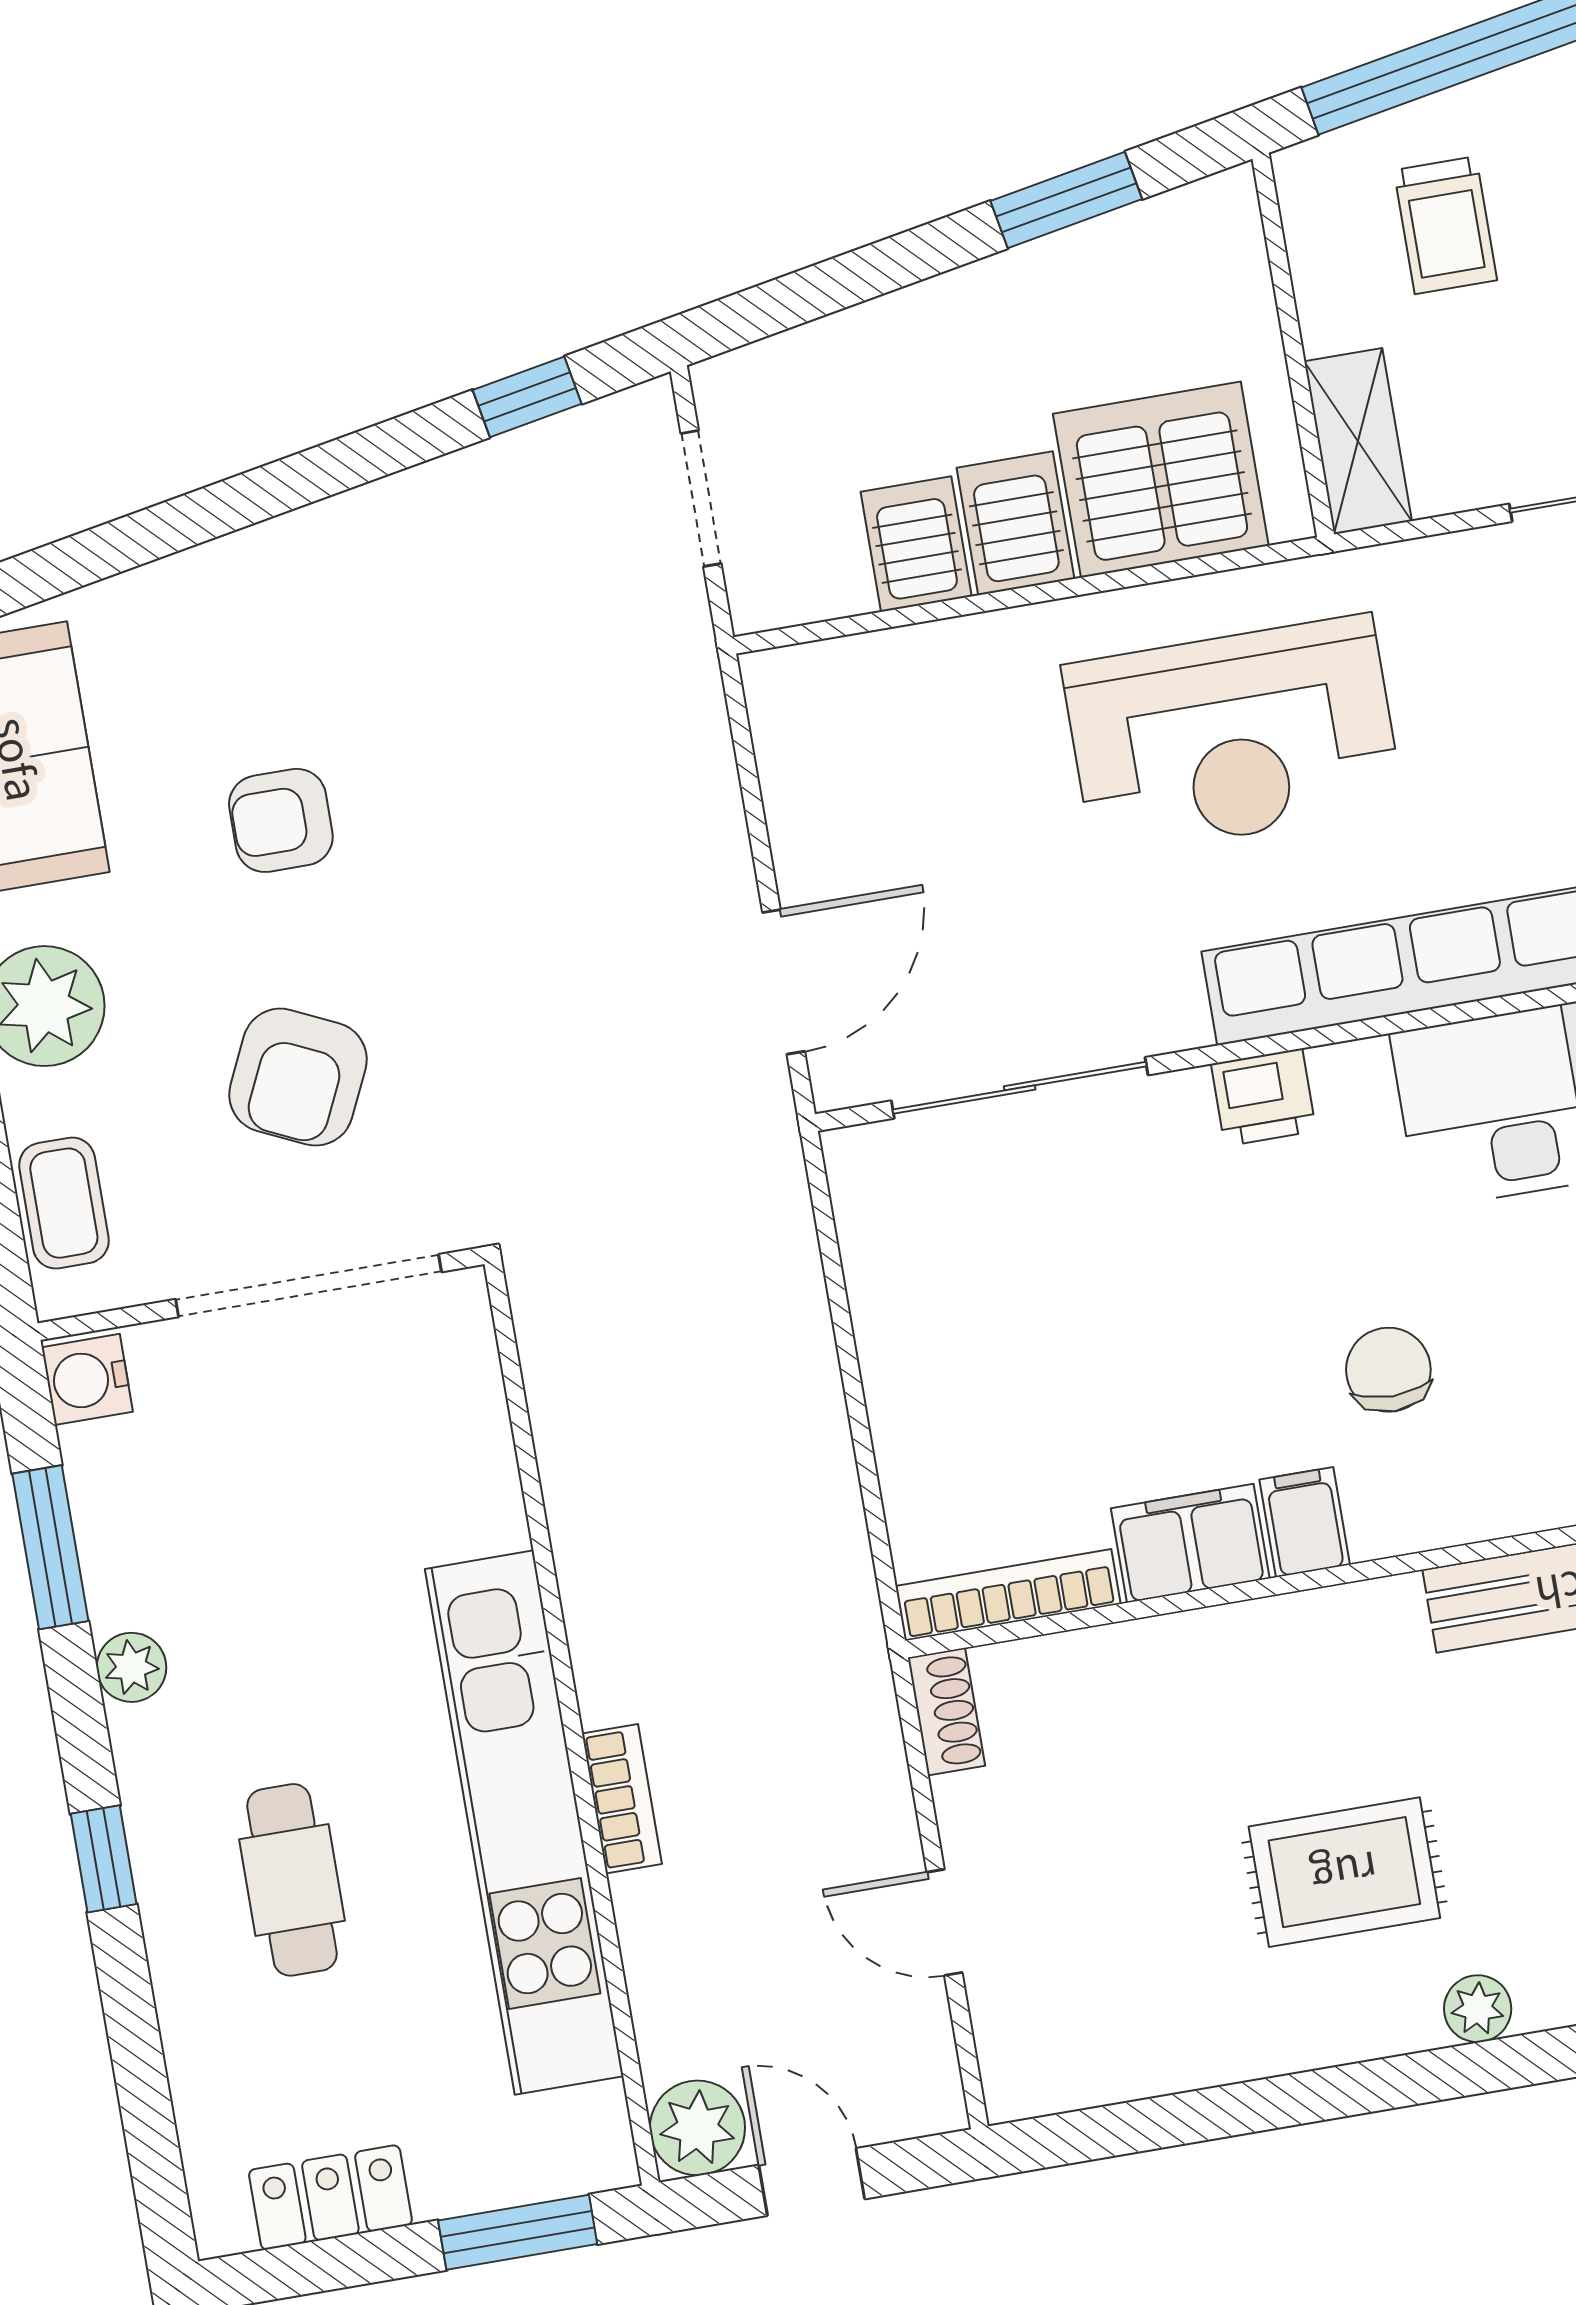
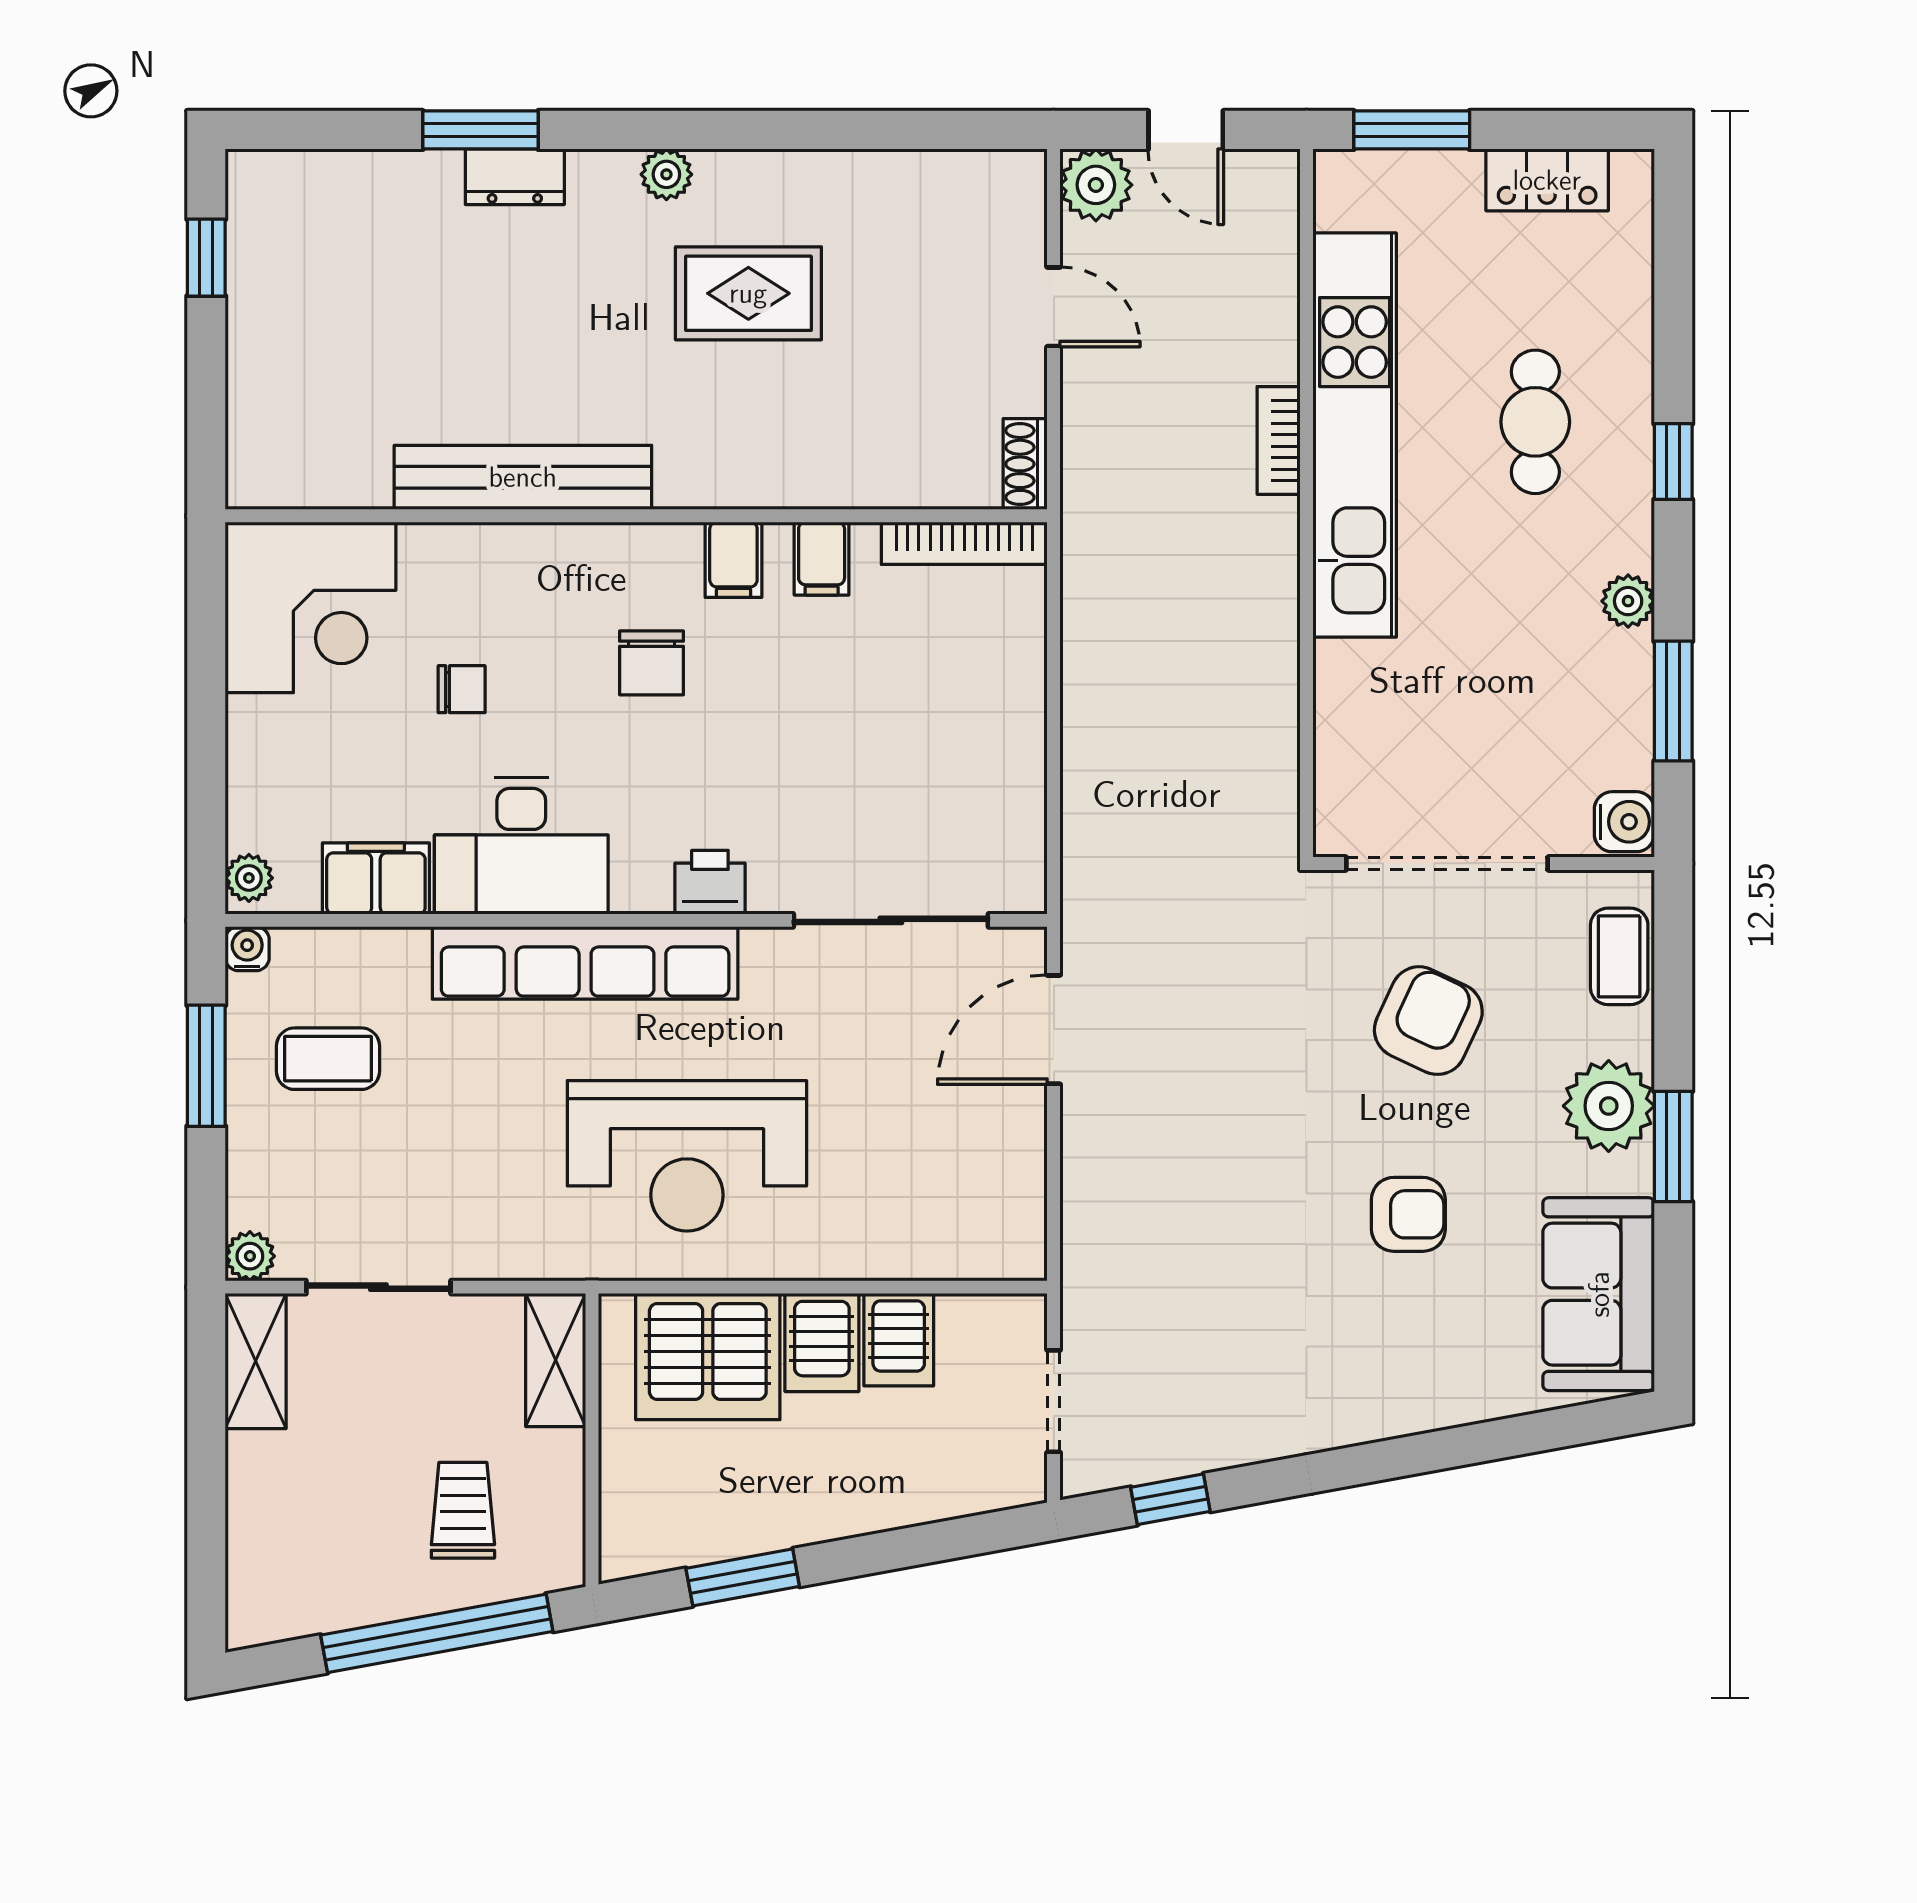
reception desk: (1233, 736) -> (687, 1156), turned 180
filing cabinet: (1190, 1543) -> (822, 559), width x0.50
plant: (697, 2128) -> (1096, 185), moved

